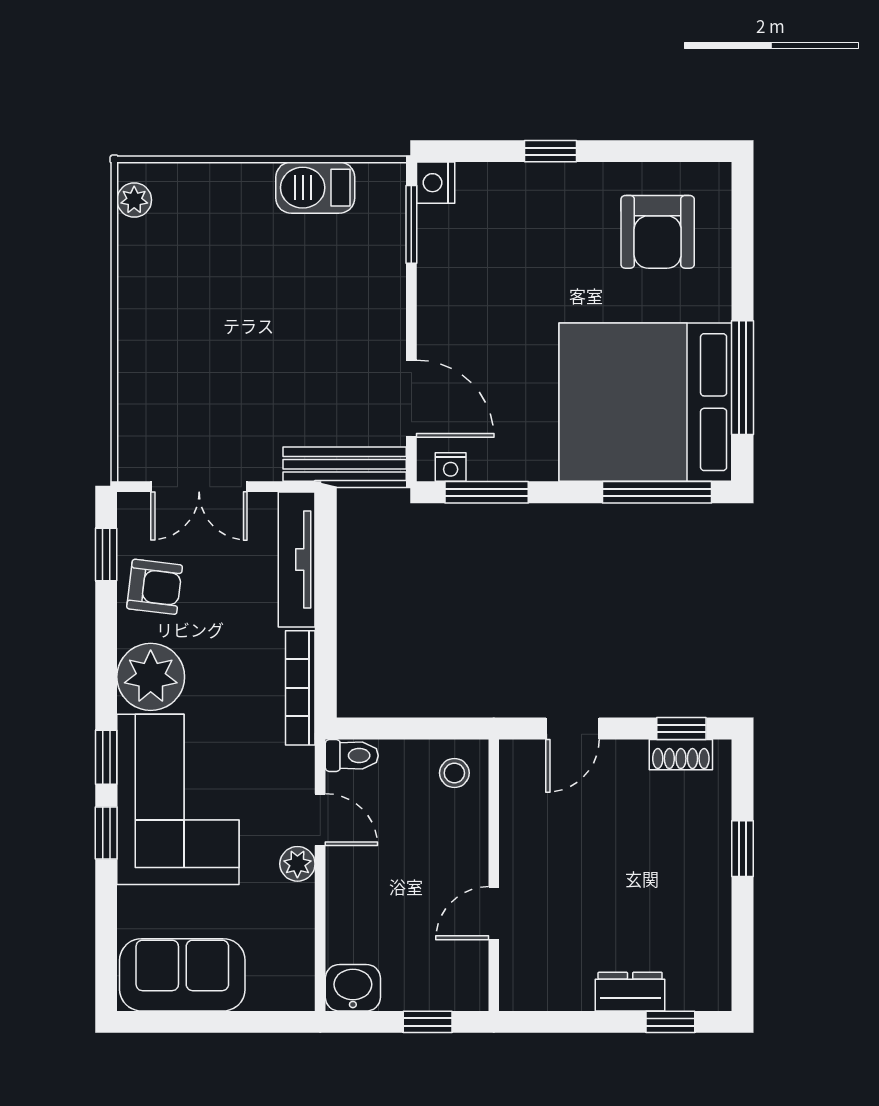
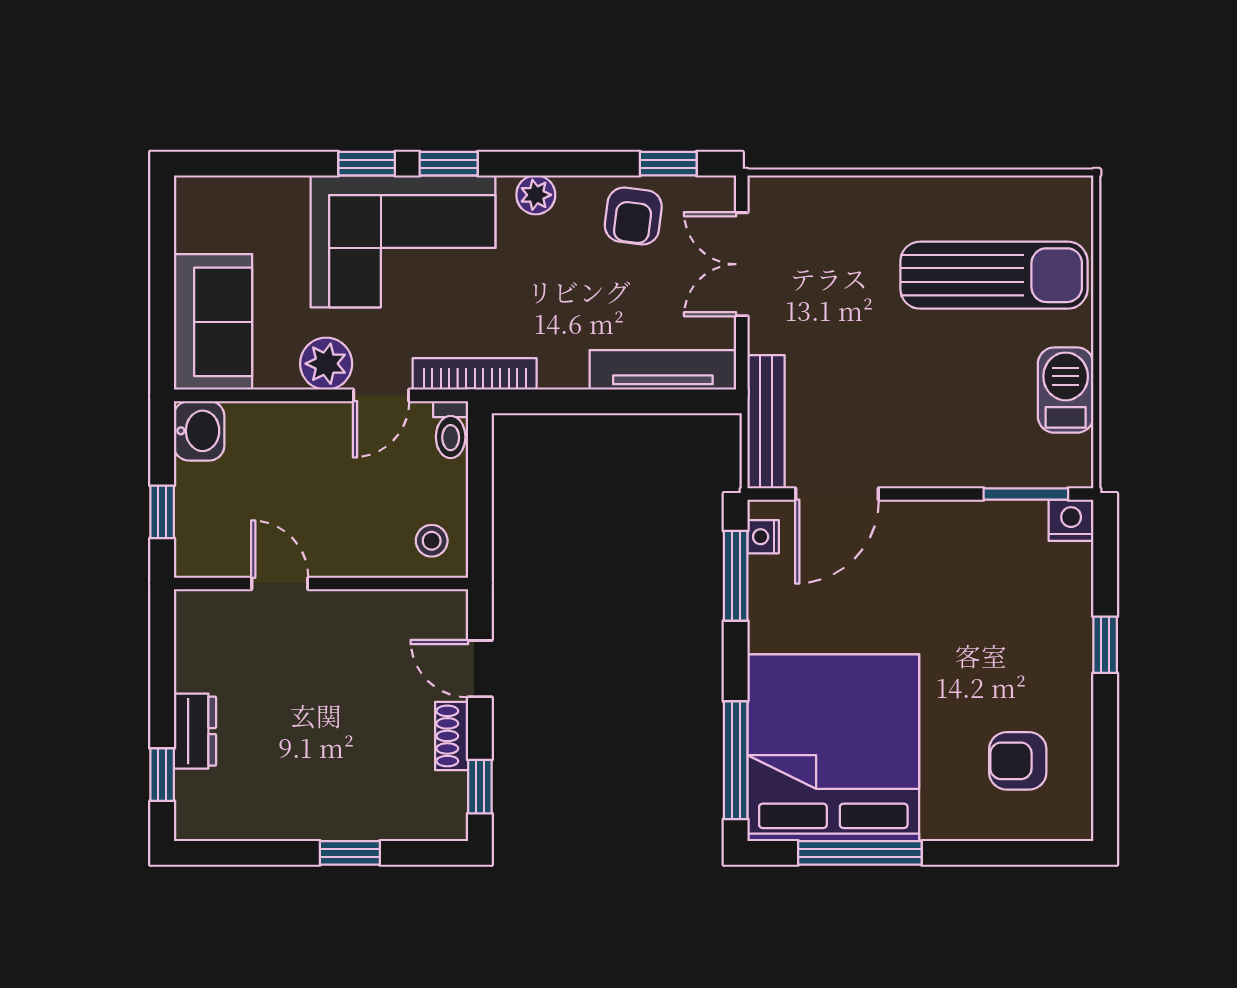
plant: (134, 200) -> (1052, 194), removed
armchair: (658, 232) -> (1018, 761), width x0.72, depth x0.72
sun lounger: (209, 254) -> (994, 275), added
plant: (151, 677) -> (536, 195), width x0.53, depth x0.53
bookcase: (300, 688) -> (475, 374), moved
shoe rack: (681, 755) -> (452, 736), moved
plant: (297, 864) -> (326, 364), width x1.38, depth x1.38
sofa: (182, 975) -> (213, 322), moved

